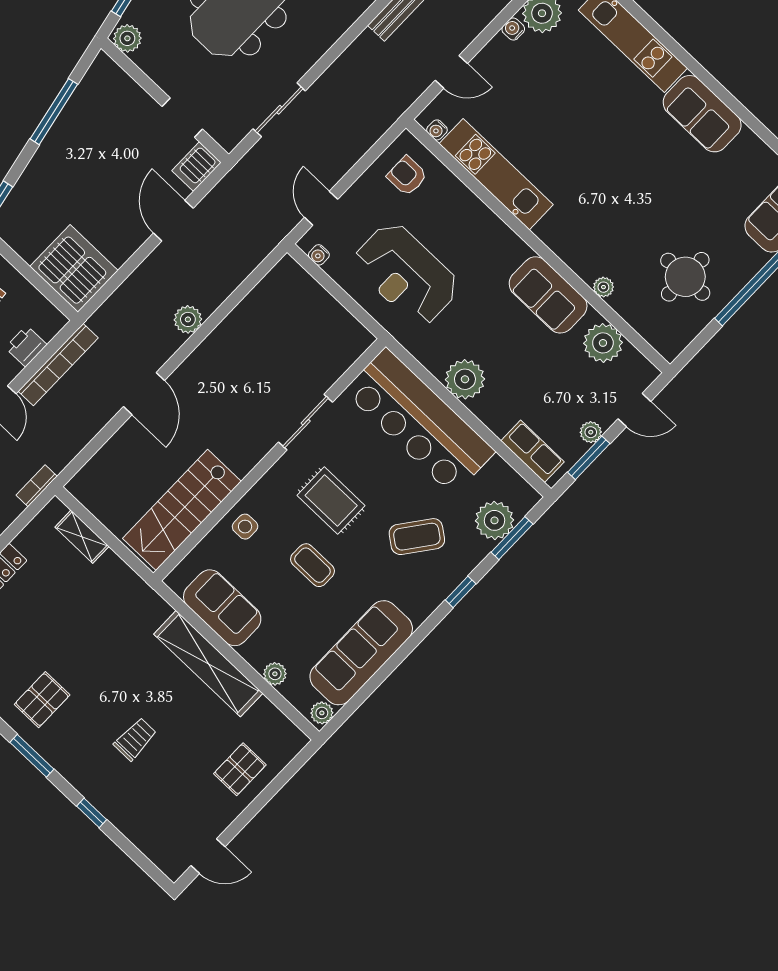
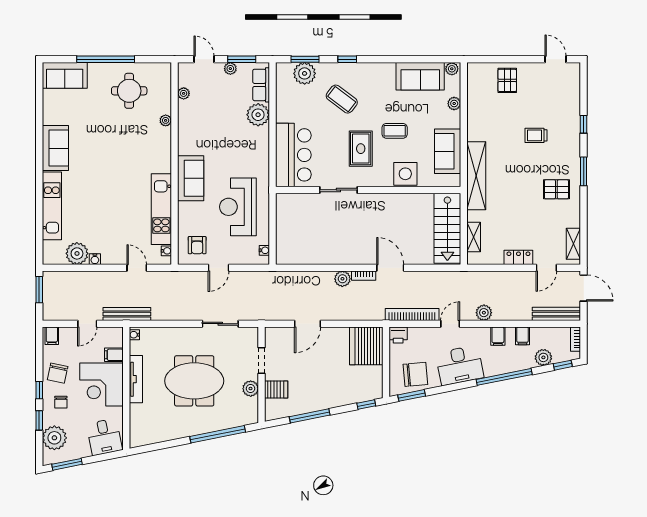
plant: (127, 38) -> (251, 389), moved
server rack: (196, 167) -> (276, 389), moved
door: (321, 208) -> (219, 268), moved
reception desk: (406, 274) -> (238, 207), turned 180
sofa: (548, 295) -> (191, 178), moved
plant: (603, 343) -> (184, 93), width x0.53, depth x0.53
printer: (26, 346) -> (398, 335), moved
plant: (465, 379) -> (258, 115), moved
door: (144, 394) -> (390, 268), hinge flipped
bar counter: (419, 421) -> (293, 155), width x0.73
bookcase: (37, 486) -> (364, 276), moved
stairs: (182, 510) -> (447, 228), moved, turned 90
side table: (245, 527) -> (405, 174), width x1.87, depth x1.87
coffee table: (312, 565) -> (395, 131), turned 90
sofa: (361, 653) -> (420, 76), width x0.73
shelving: (208, 664) -> (476, 176), moved
pallet: (240, 769) -> (507, 80), turned 90

